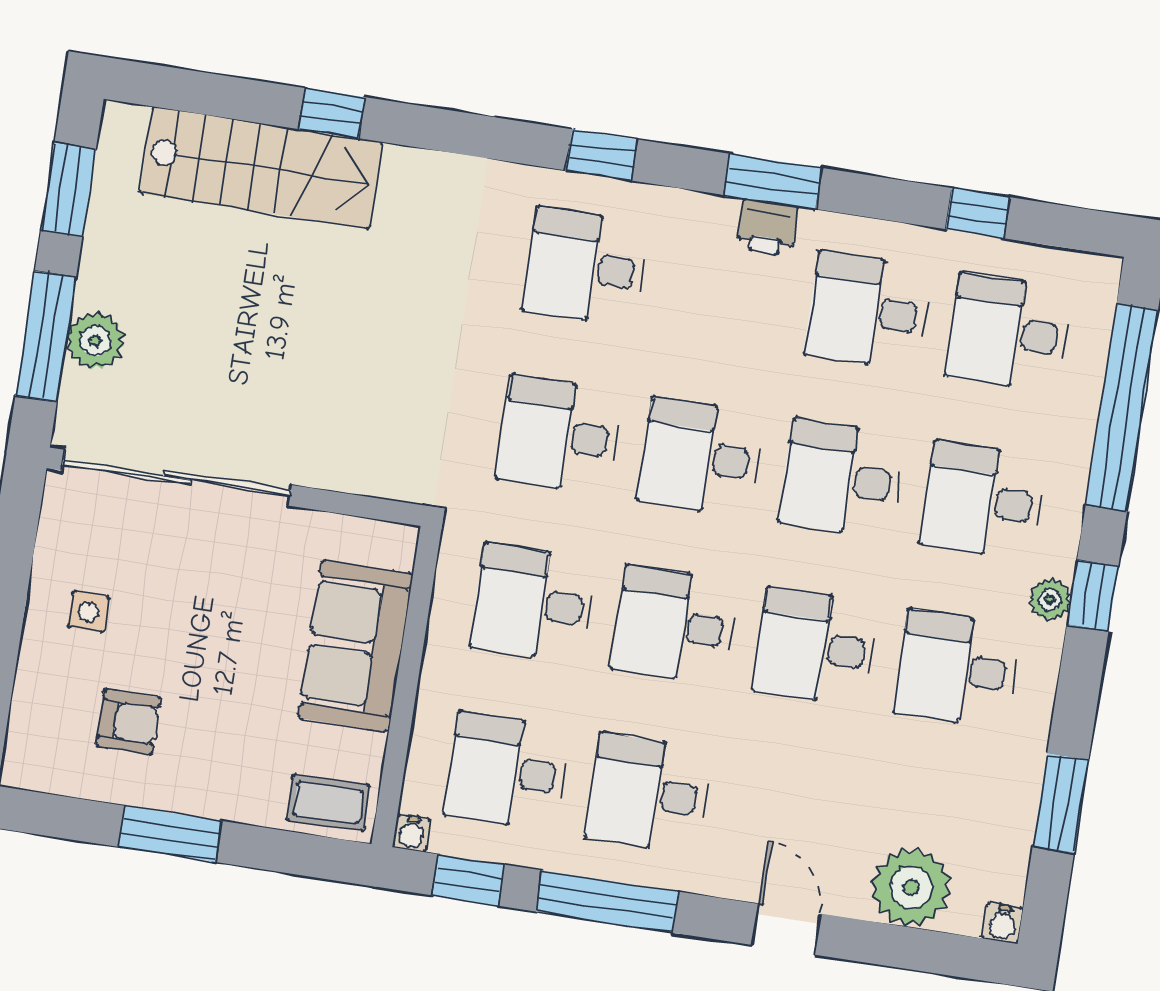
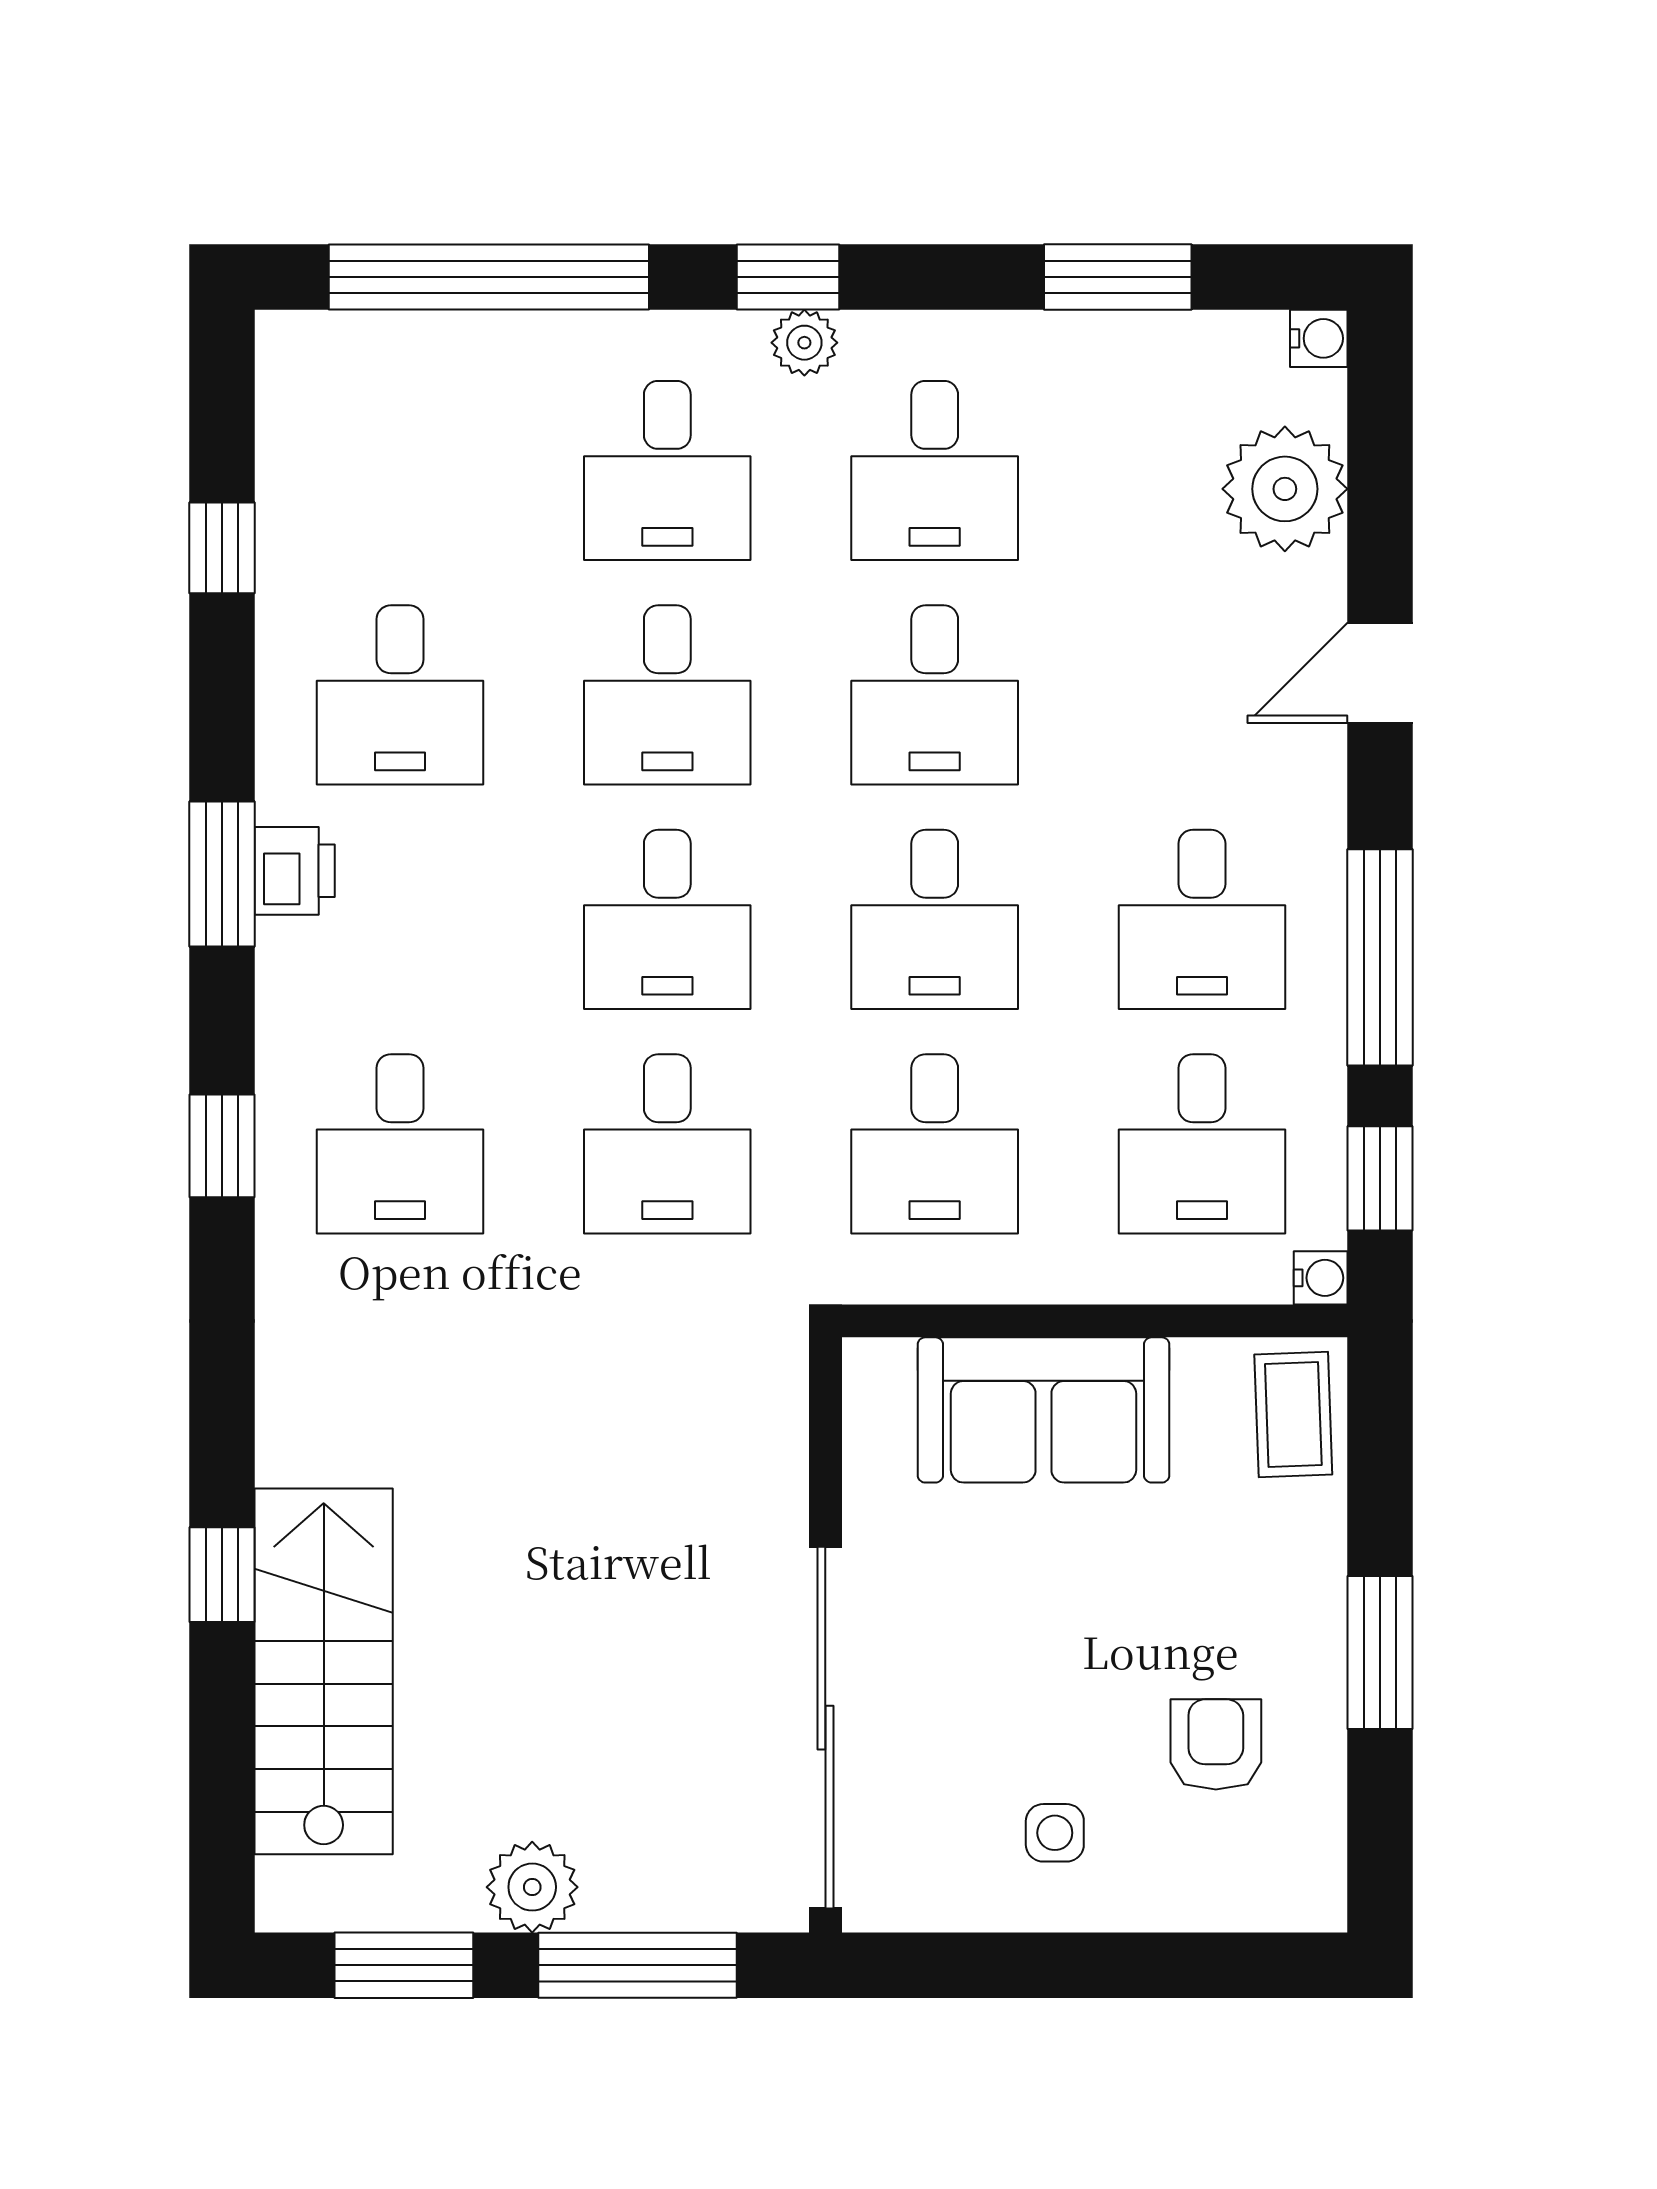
desk: (1009, 333) -> (400, 471), removed
plant: (95, 341) -> (532, 1887), moved

